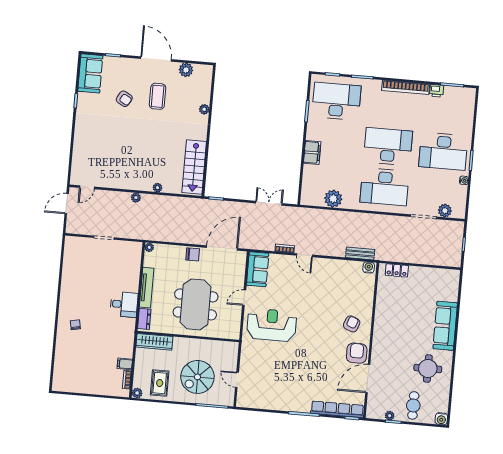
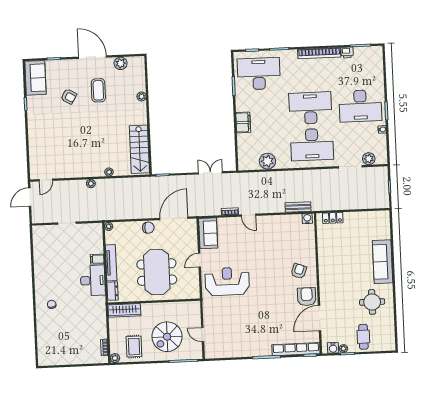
desk: (124, 304) -> (93, 280), width x1.37
filing cabinet: (125, 364) -> (97, 259), moved
water cooler: (441, 419) -> (333, 348), moved

